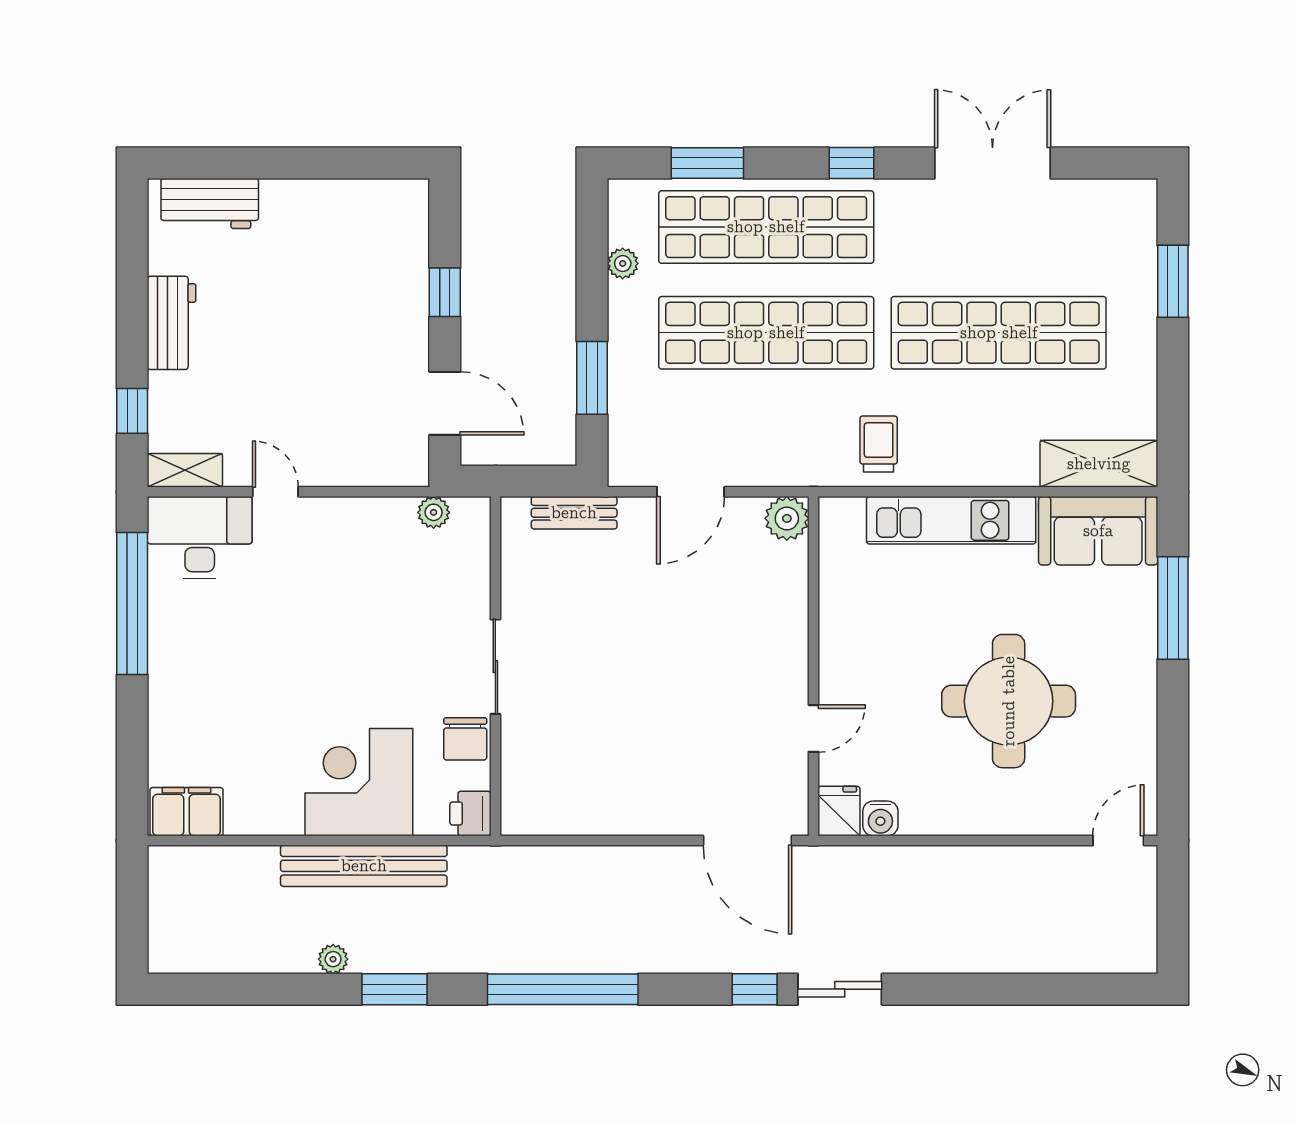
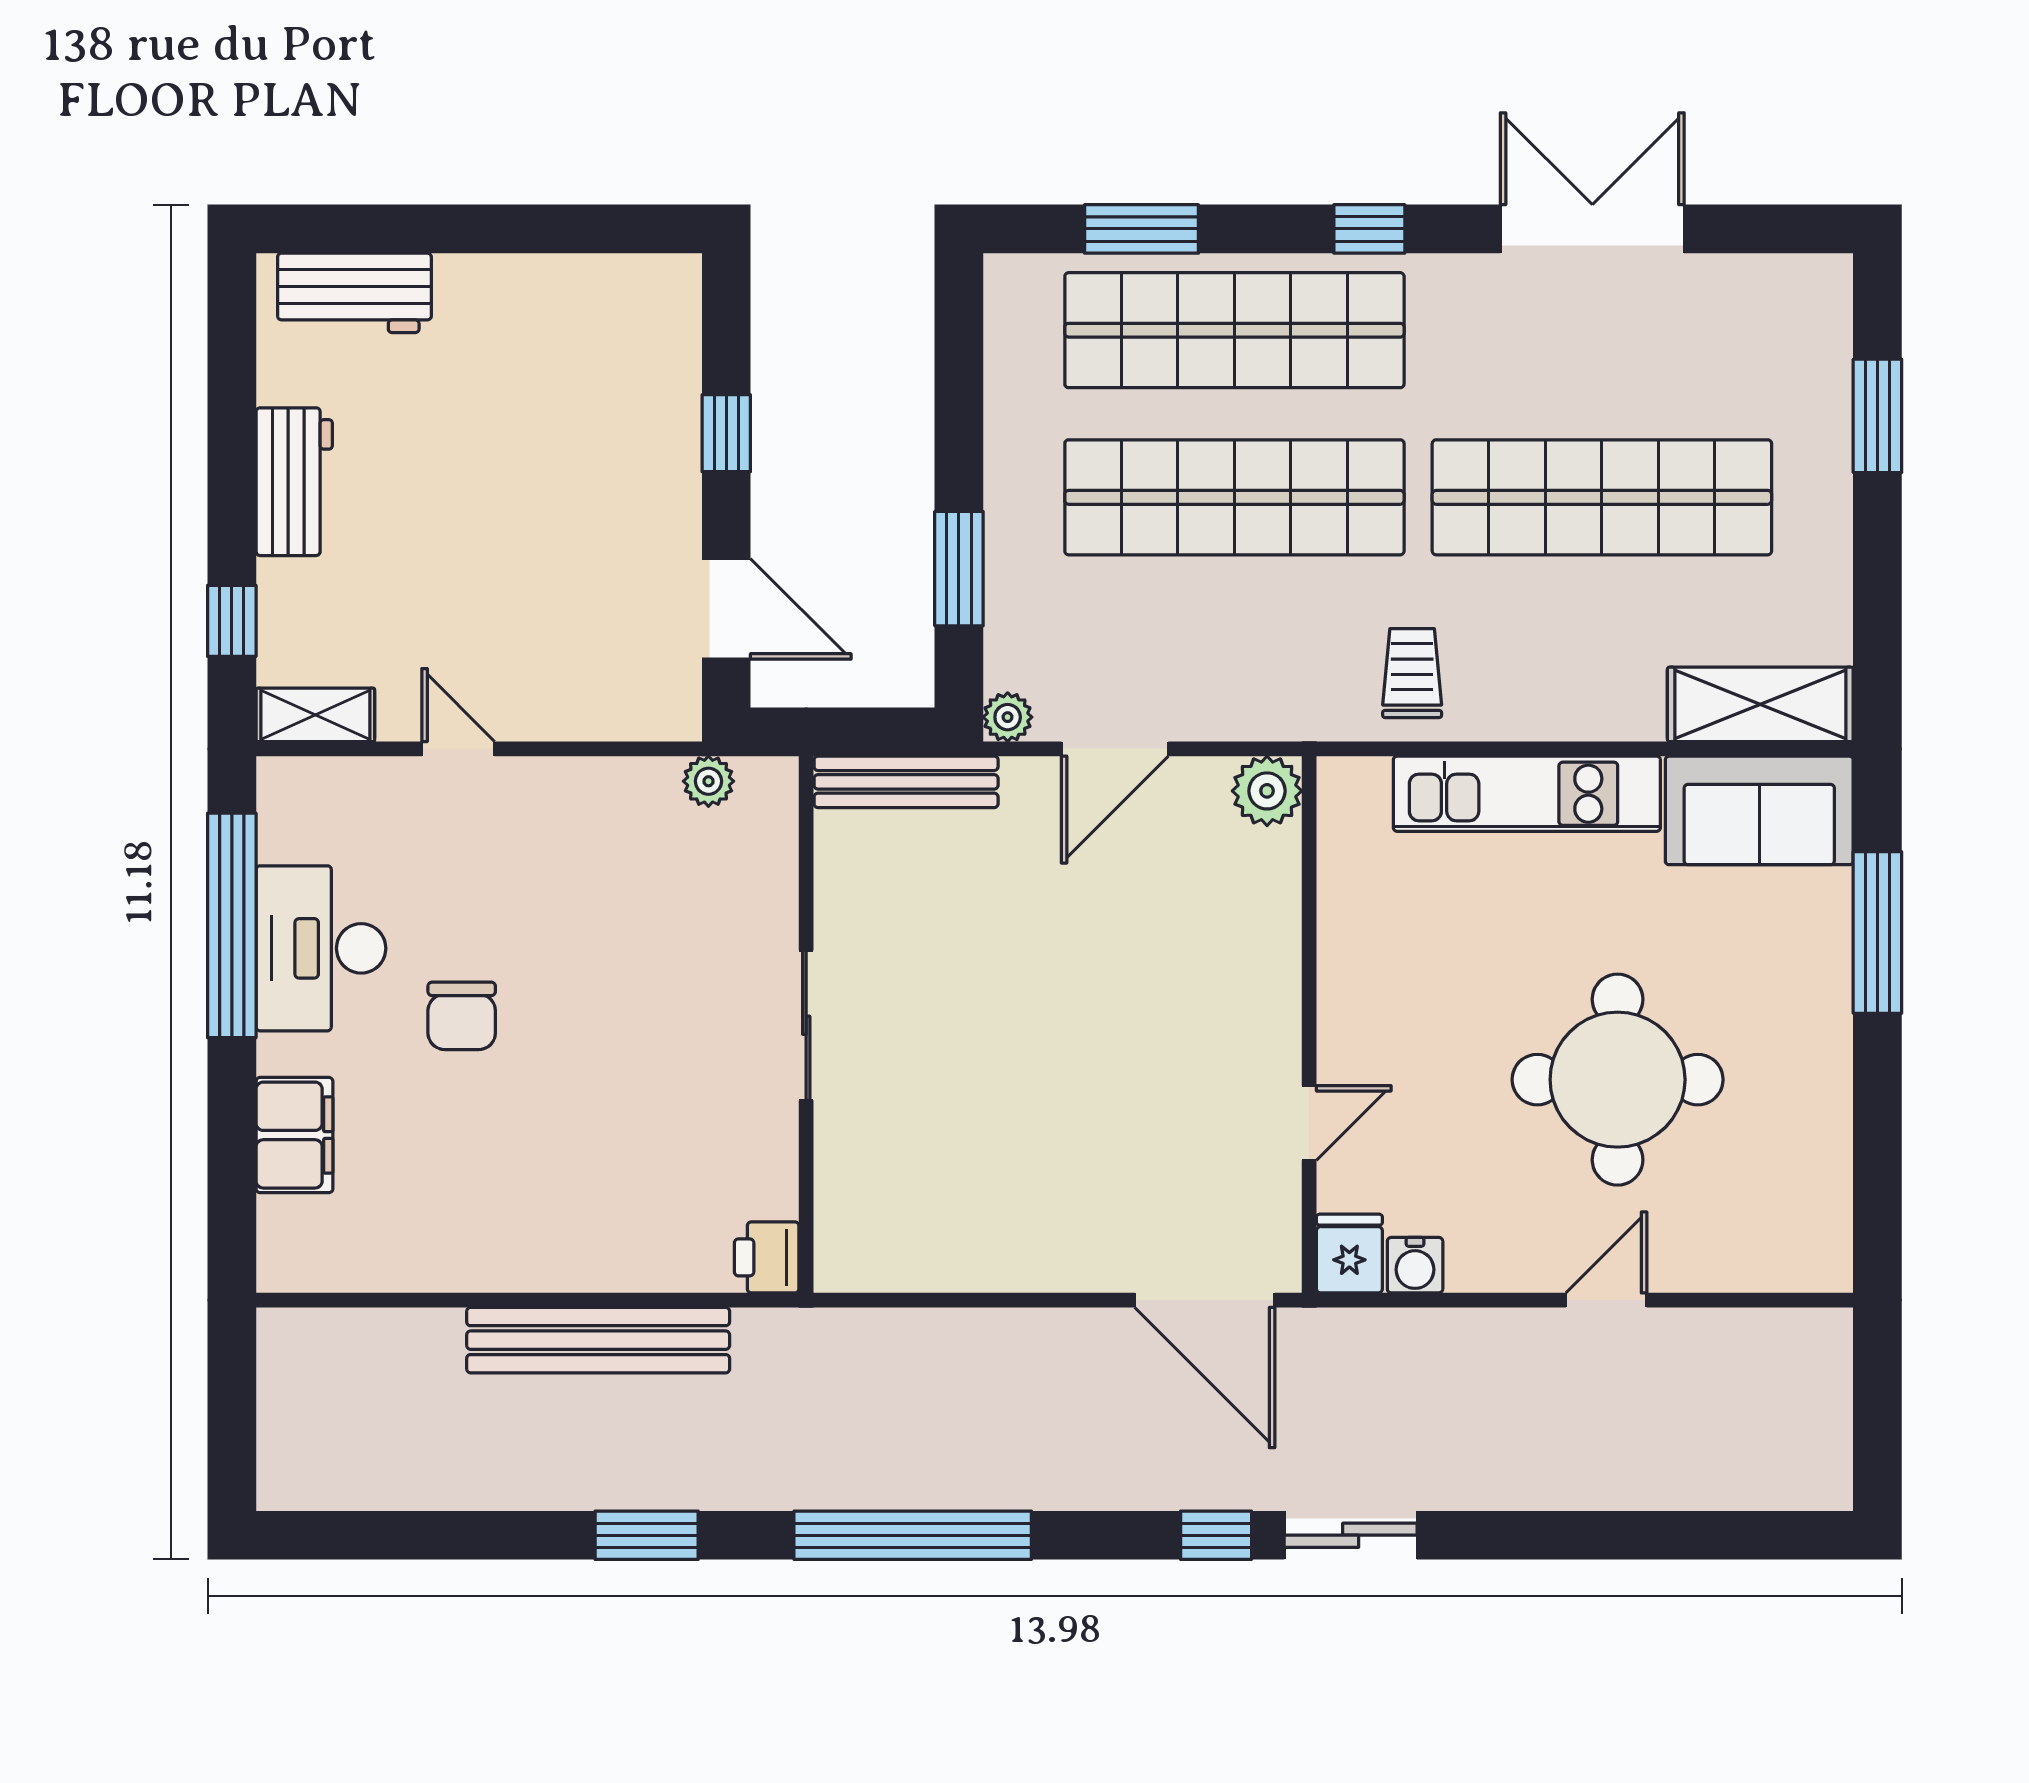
plant: (623, 263) -> (1008, 717), moved
bench: (574, 513) -> (906, 782), width x1.36
desk: (200, 537) -> (321, 948), moved, turned -90
chair: (465, 739) -> (462, 1016), moved
corner desk: (359, 782) -> (590, 1208), removed
filing cabinet: (186, 812) -> (294, 1135), moved, turned 90
door: (1118, 841) -> (1606, 1300), moved
plant: (333, 959) -> (550, 1488), removed

